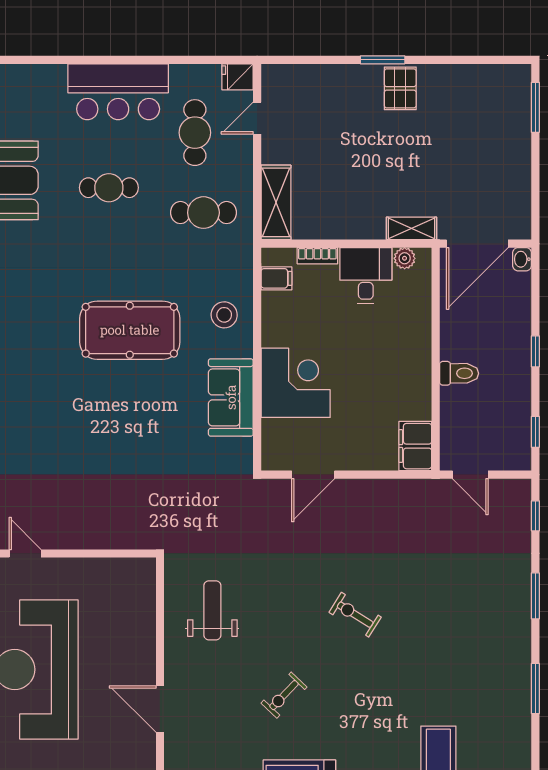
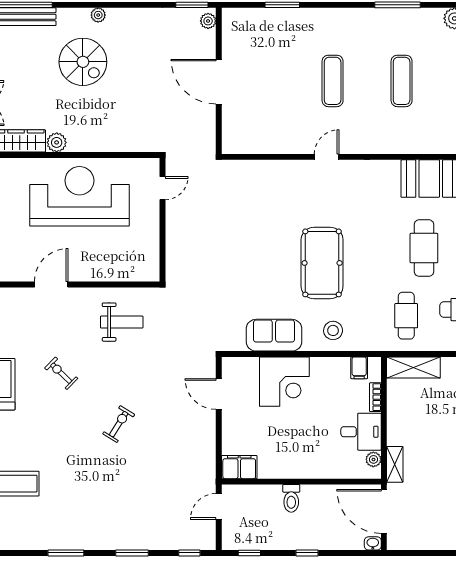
cafe table: (109, 188) -> (424, 248), width x1.37, depth x1.35

